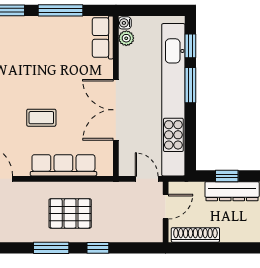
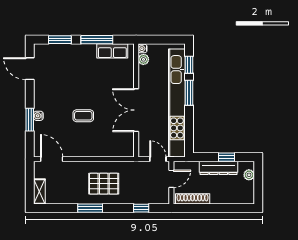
row of seats: (103, 37) -> (112, 51), moved, turned -90
row of seats: (63, 165) -> (99, 150), removed
window: (227, 176) -> (226, 157), moved
window: (98, 248) -> (141, 208), moved

